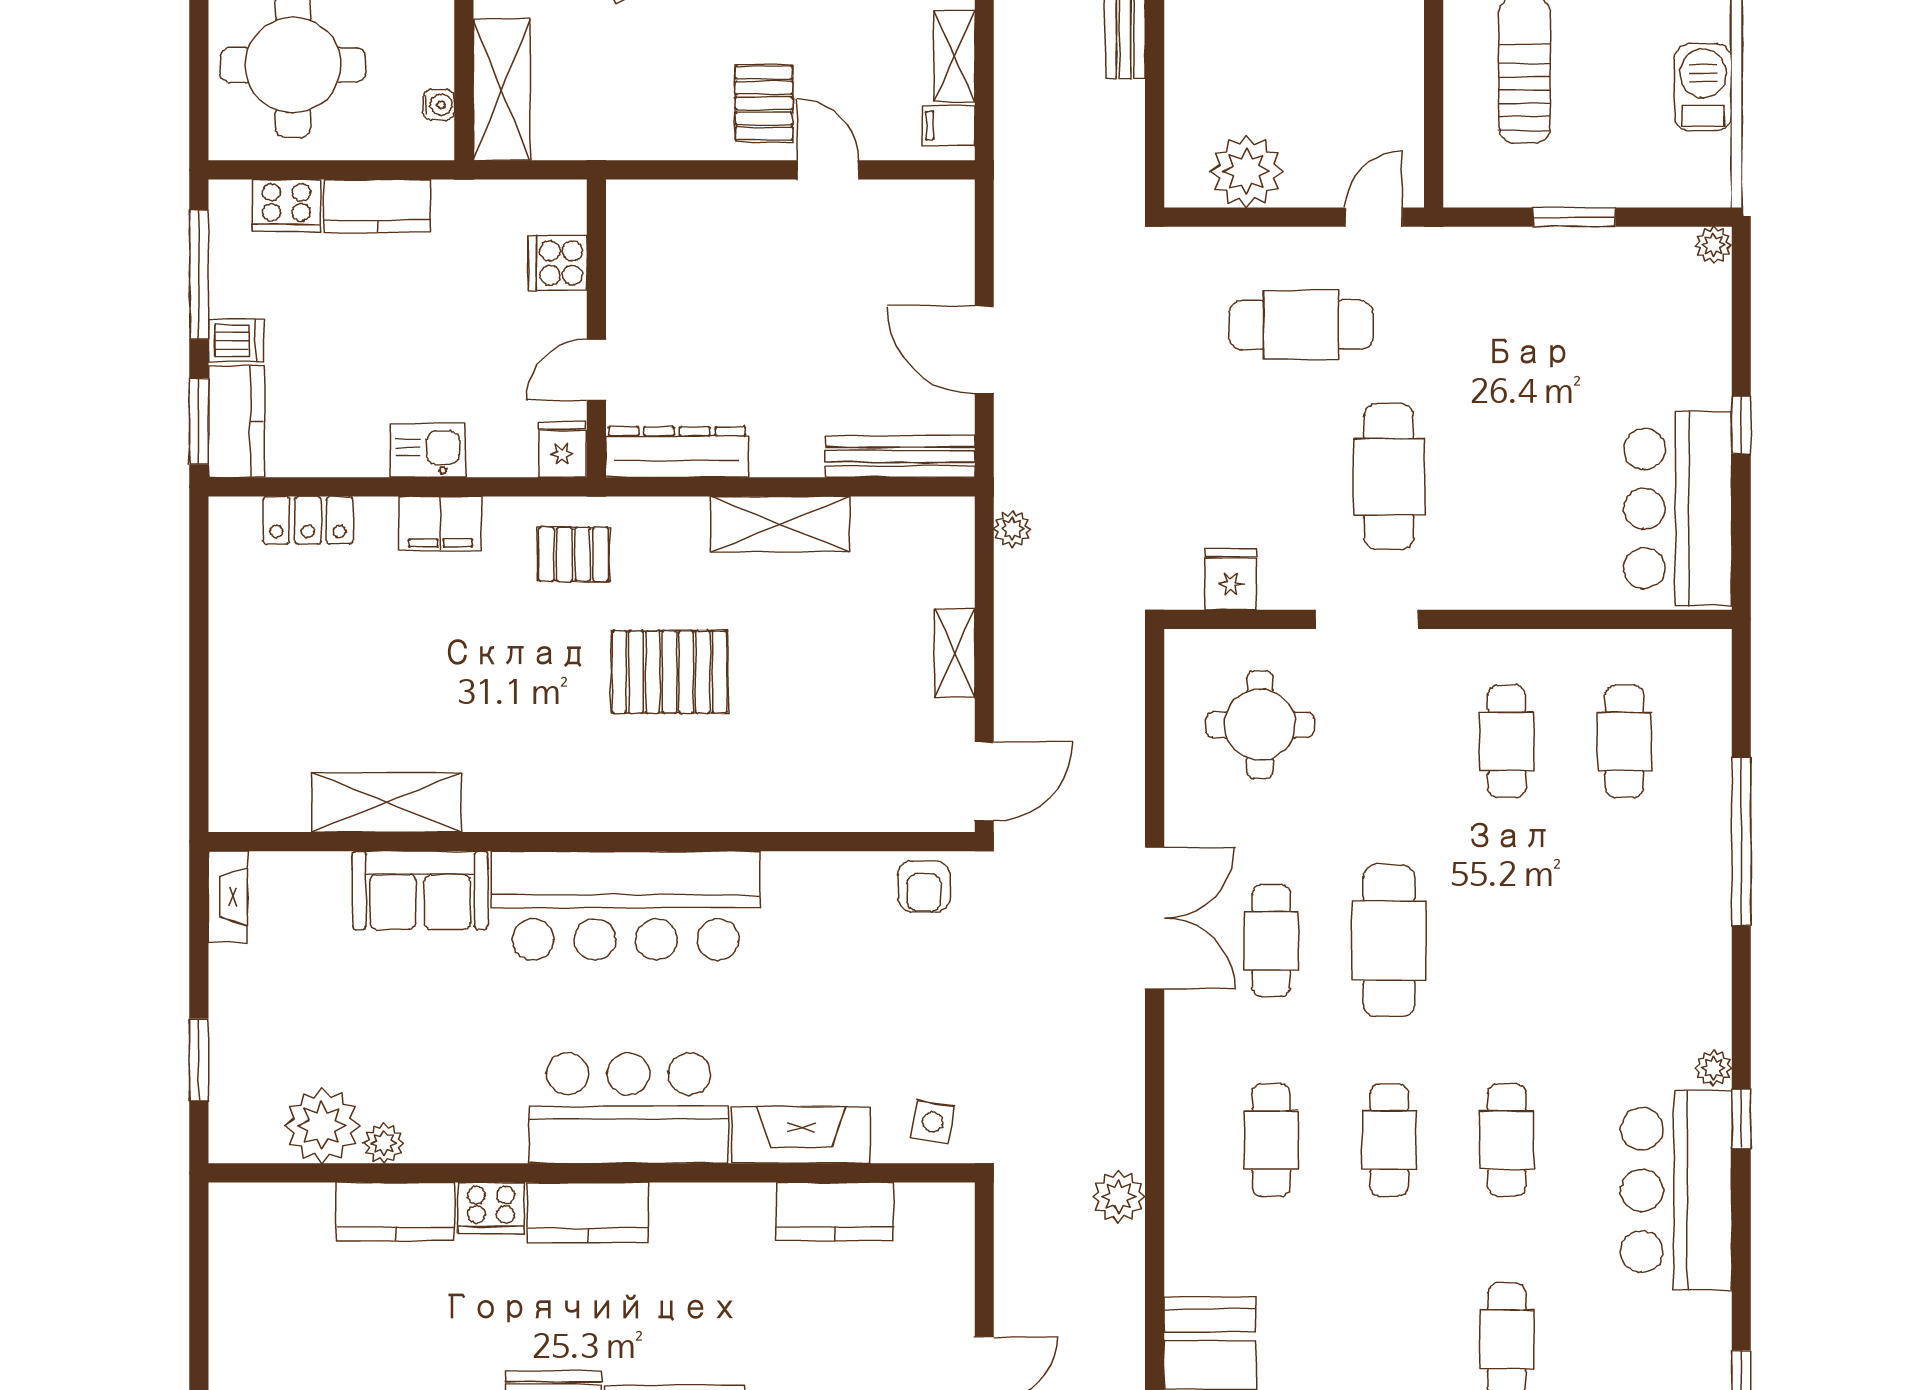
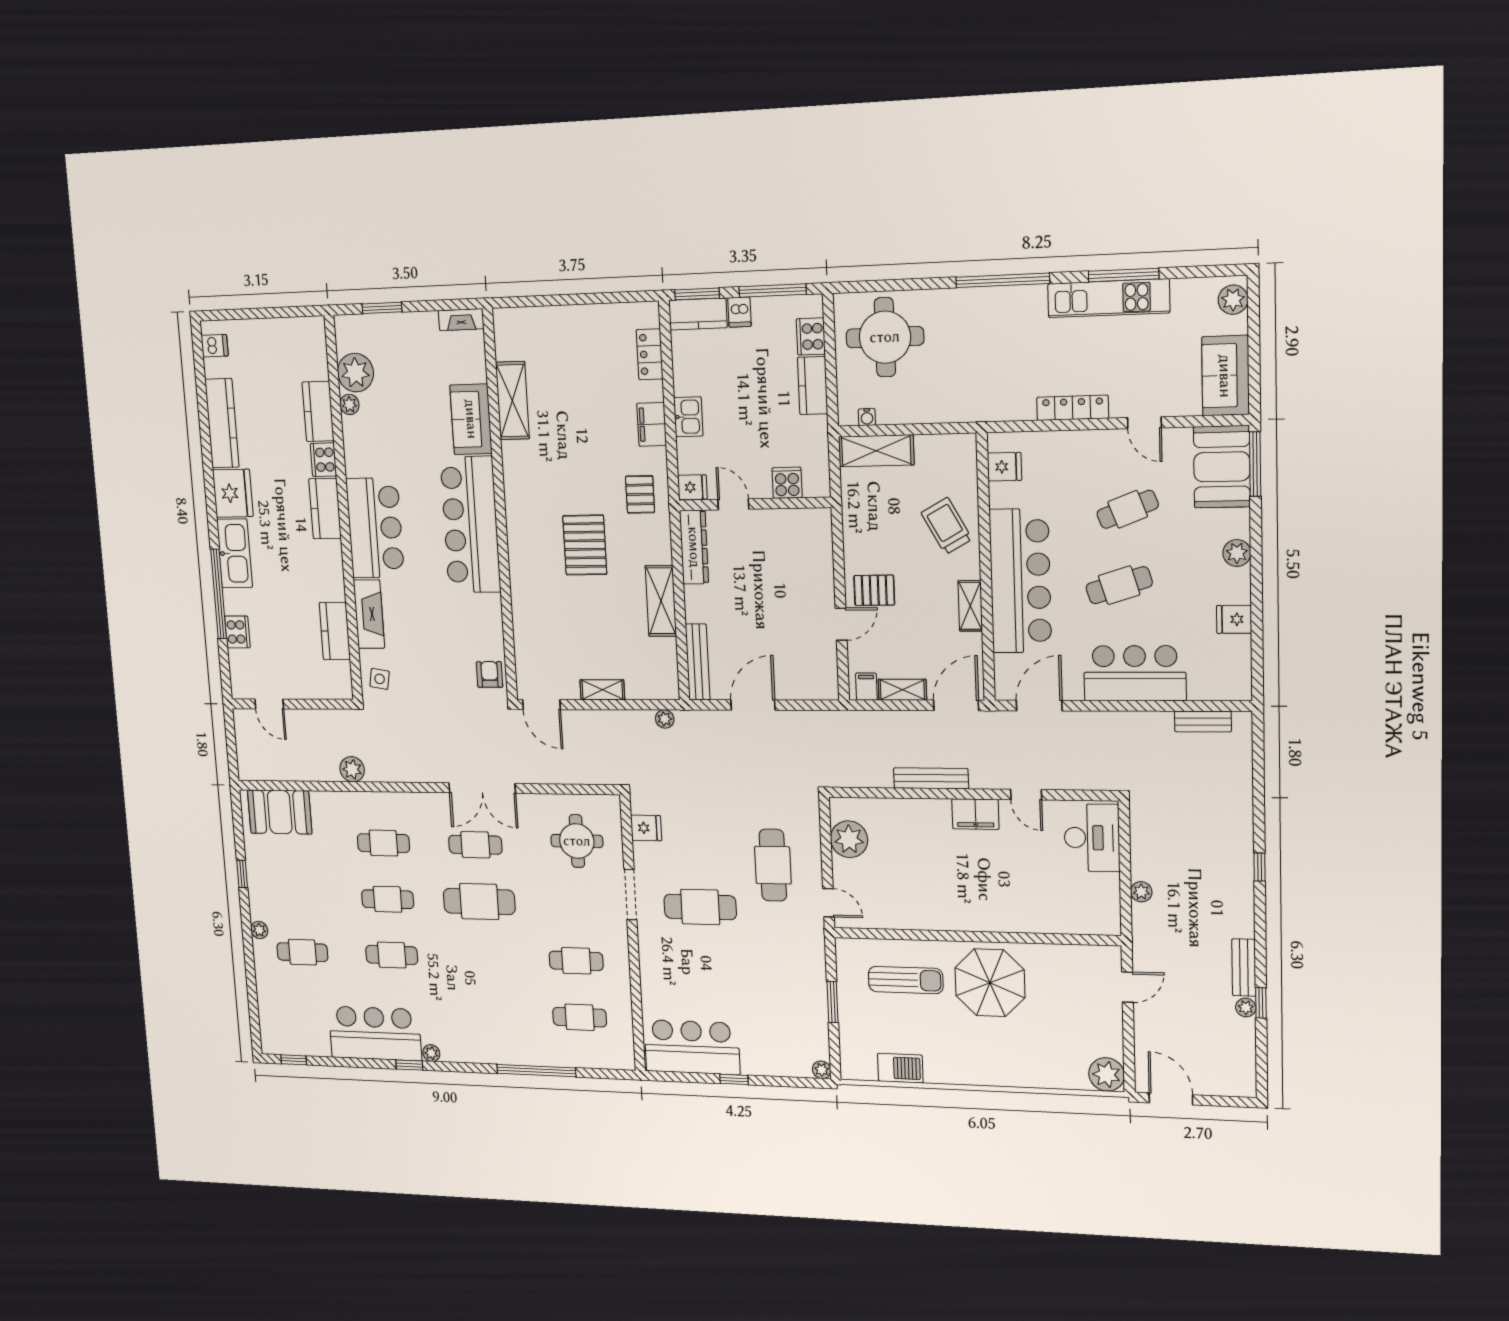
armchair: (924, 886) -> (490, 674), turned 90

